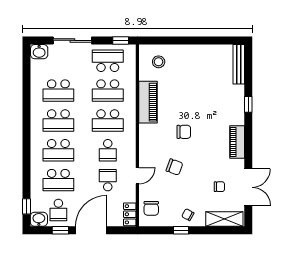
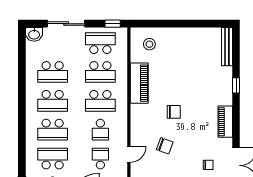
school desk: (58, 180) -> (53, 159), turned 180

